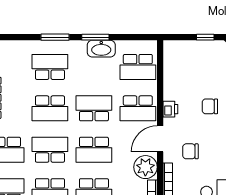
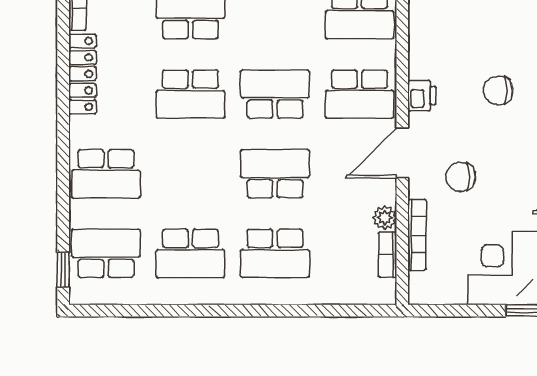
school desk: (50, 150) -> (190, 174), removed
school desk: (94, 150) -> (275, 174), turned 180
plant: (145, 167) -> (385, 218), width x0.53, depth x0.53

